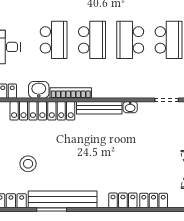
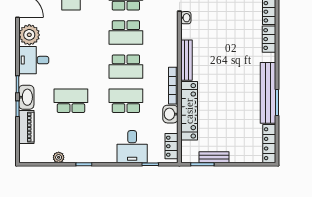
school desk: (92, 40) -> (126, 67), turned 180
washbasin: (130, 107) -> (186, 18), moved
stool: (28, 164) -> (236, 124), removed

